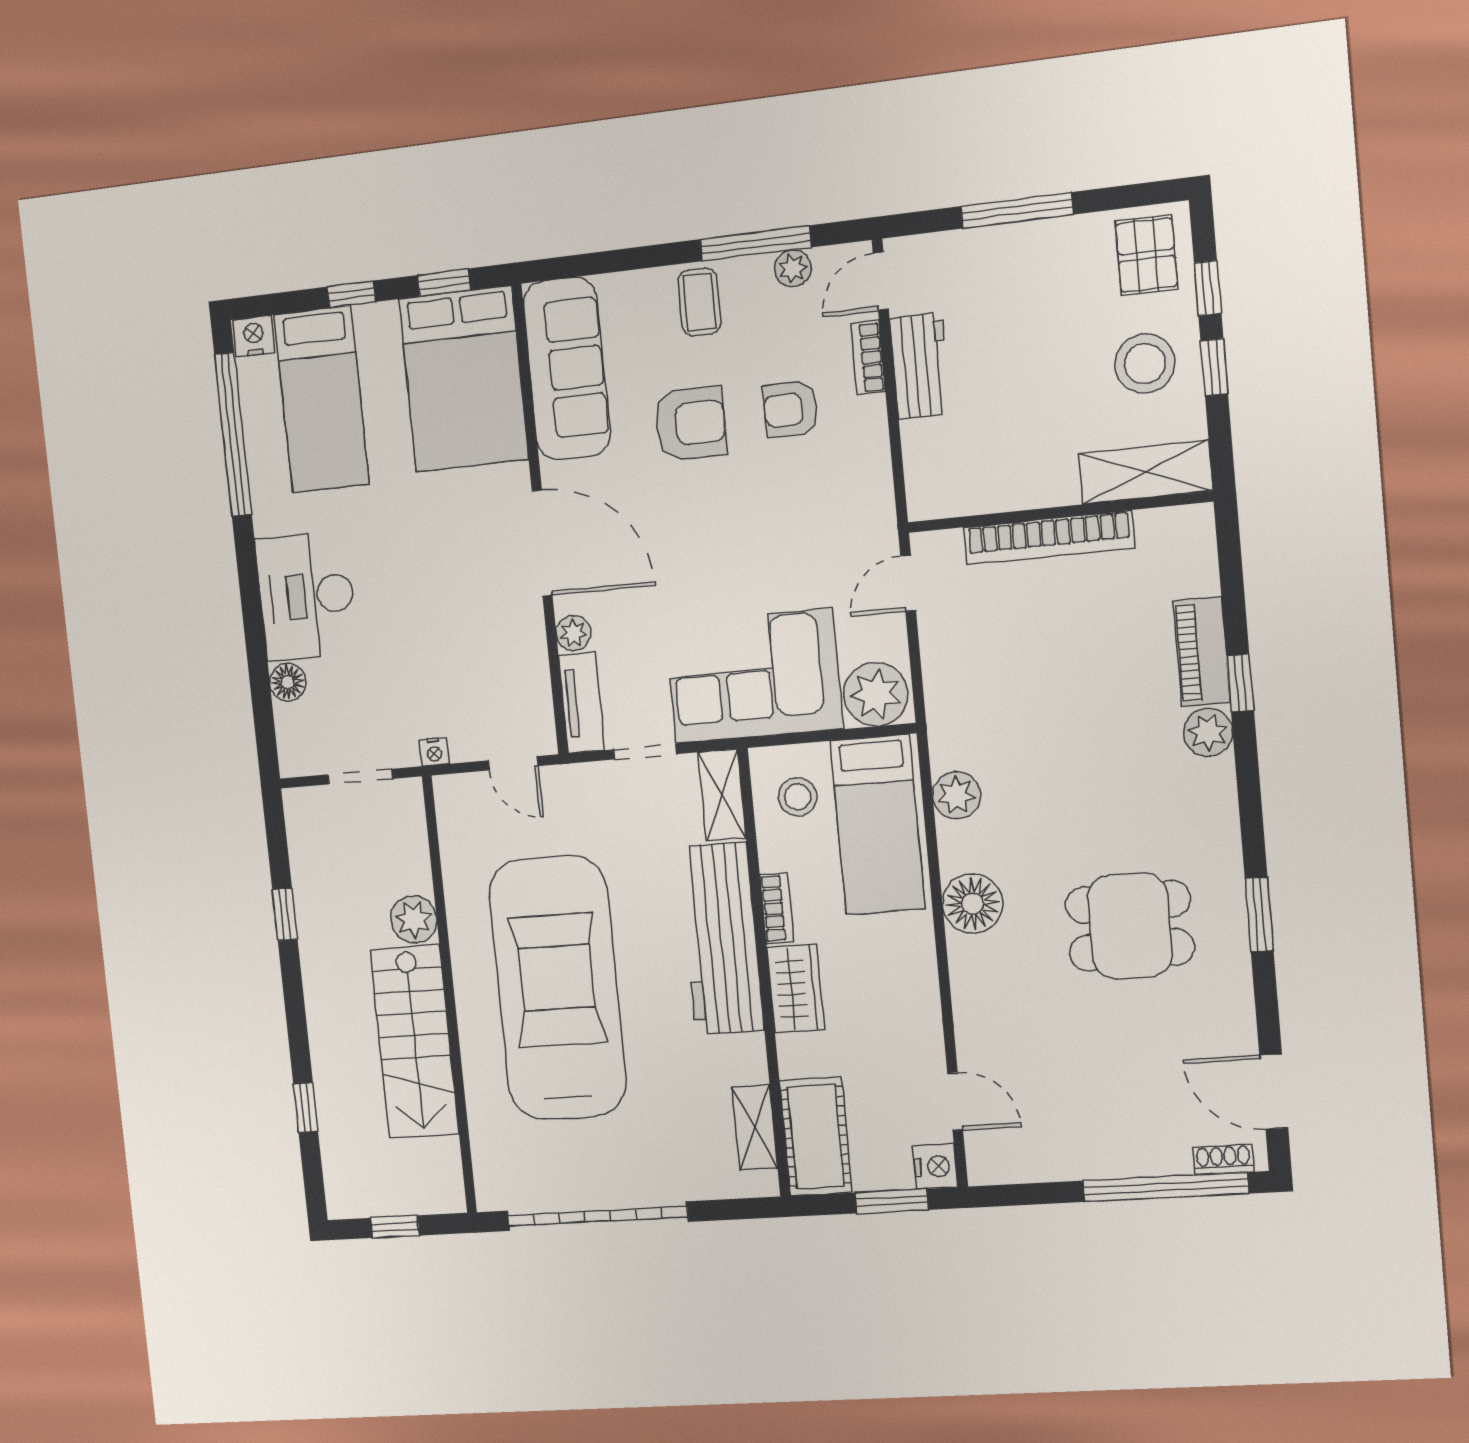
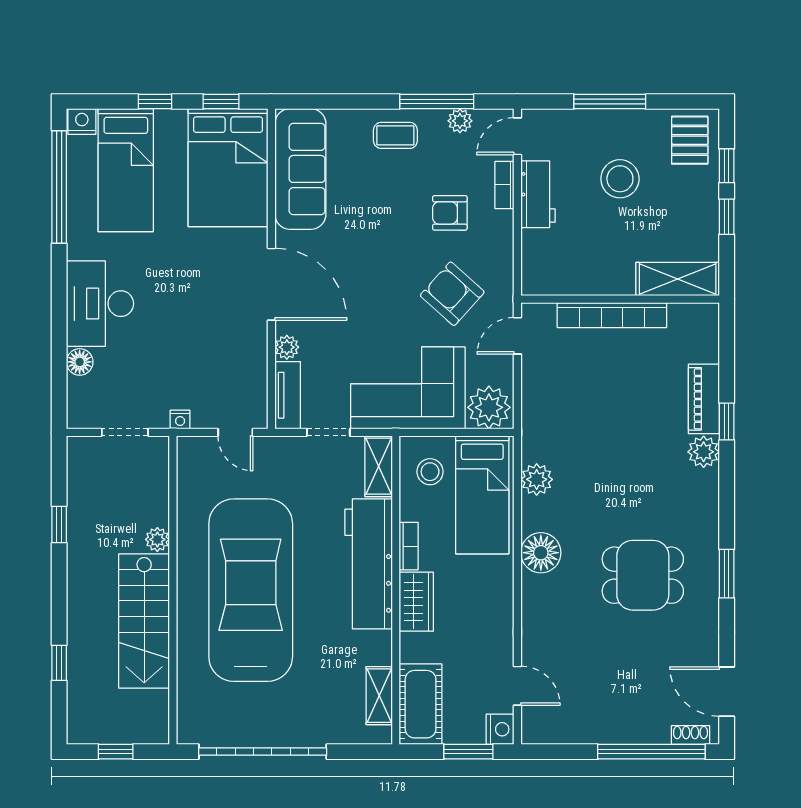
coffee table: (700, 302) -> (395, 135), turned 90
stool: (1145, 363) -> (620, 179), moved
armchair: (691, 424) -> (452, 294), moved, turned -138
plant: (414, 919) -> (157, 539), width x0.73, depth x0.73

